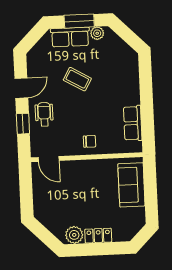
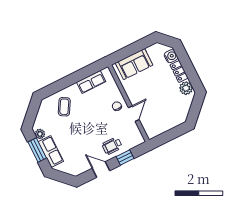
coffee table: (77, 79) -> (64, 107), moved
door: (49, 159) -> (134, 114), moved
water cooler: (121, 234) -> (171, 56), added

